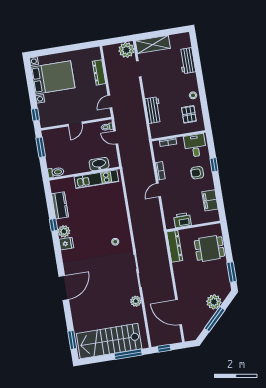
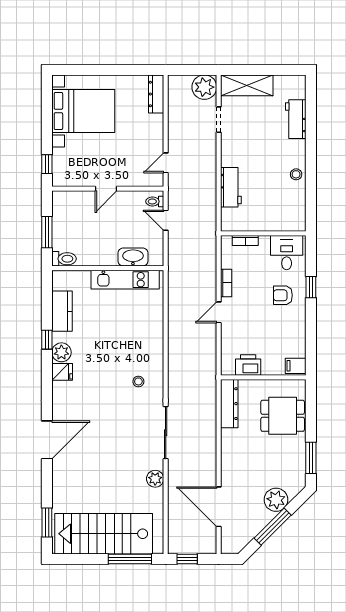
dresser: (99, 72) -> (156, 94), moved
pallet: (189, 114) -> (285, 203), removed
window: (41, 147) -> (47, 232), moved
filing cabinet: (210, 200) -> (296, 366), moved, width x0.50

